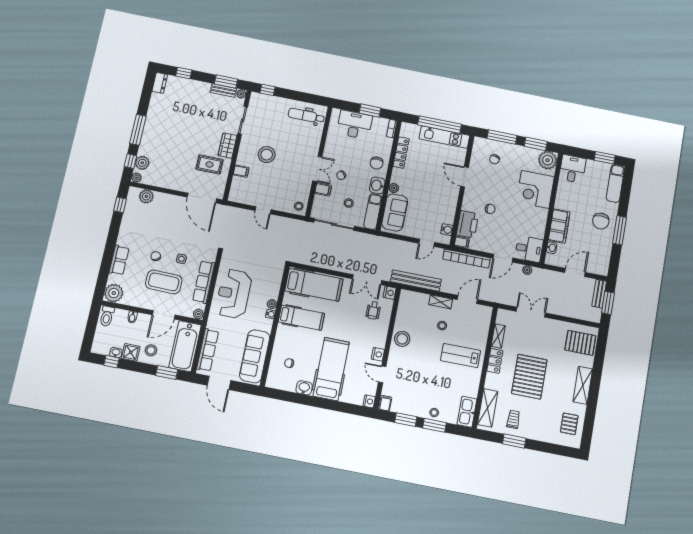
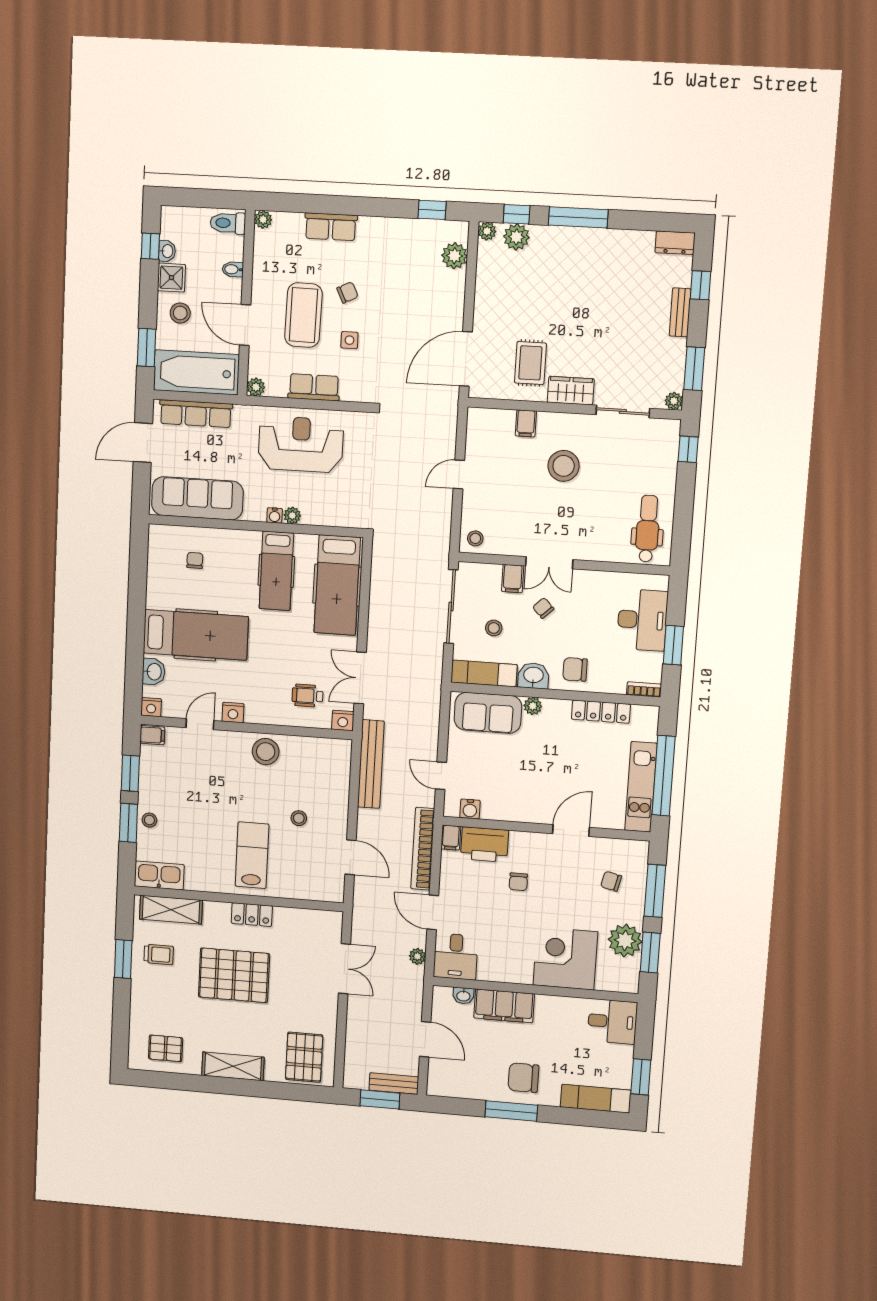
bench: (223, 90) -> (680, 312), moved
plant: (548, 160) -> (625, 941), moved
row of seats: (204, 282) -> (314, 387), width x0.68
plant: (114, 293) -> (263, 219), width x0.53, depth x0.53
shelving: (441, 302) -> (340, 811), removed
shelving: (498, 336) -> (295, 916), removed
washbasin: (304, 388) -> (154, 672), moved

